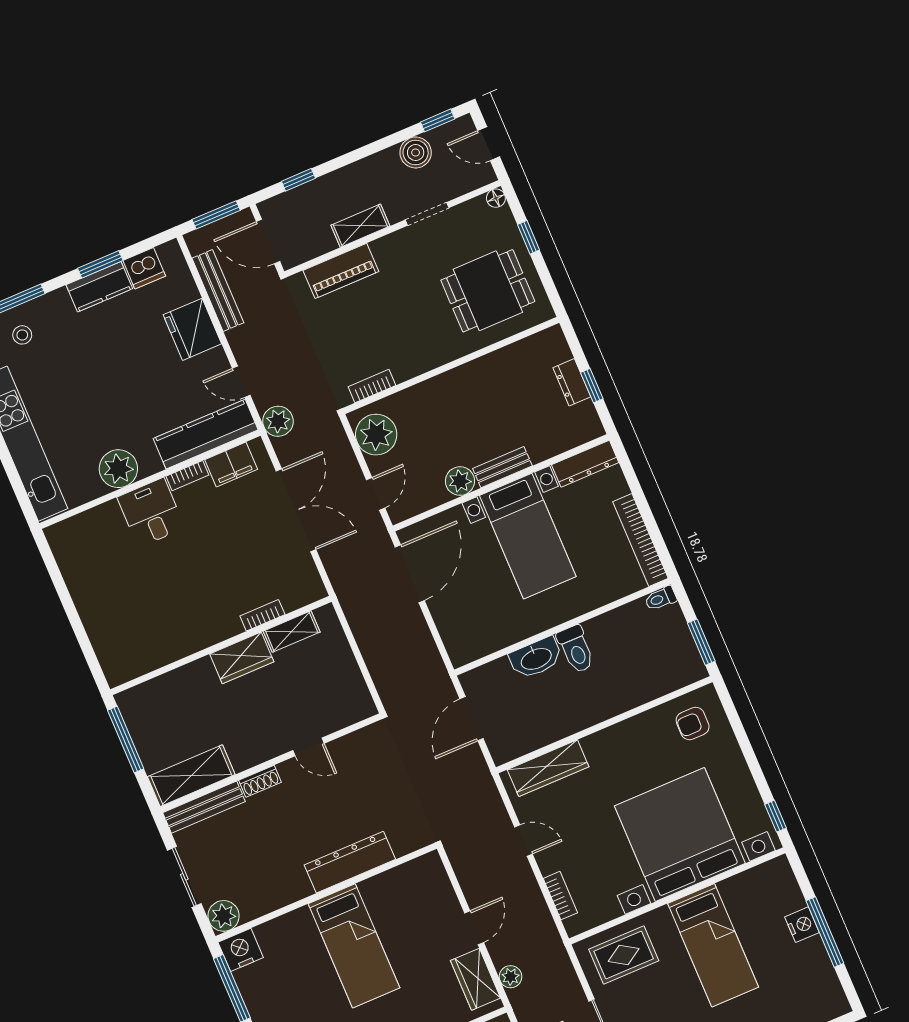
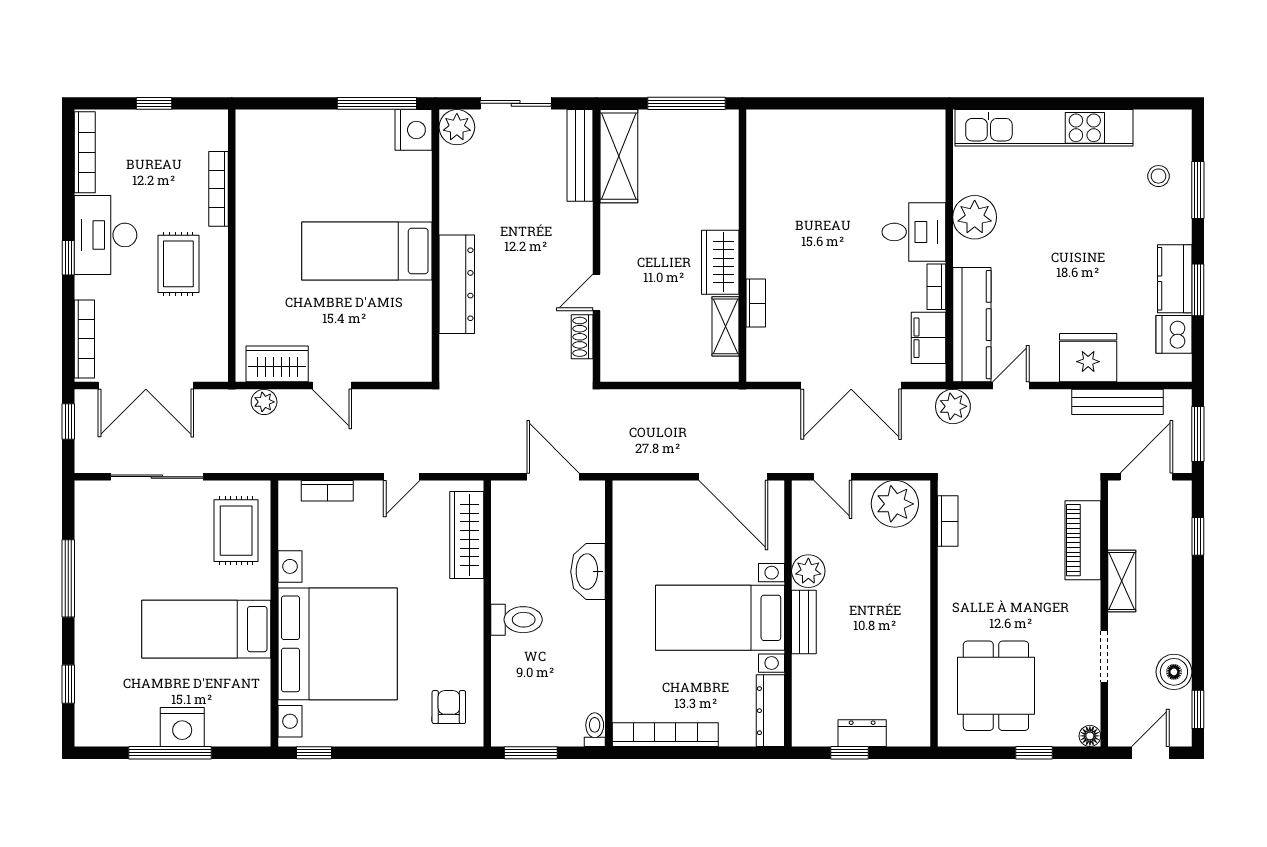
toilet: (576, 649) -> (516, 620), moved, turned 180
shoe rack: (260, 781) -> (582, 337), moved
nightstand: (802, 925) -> (182, 727), width x1.36, depth x1.33

